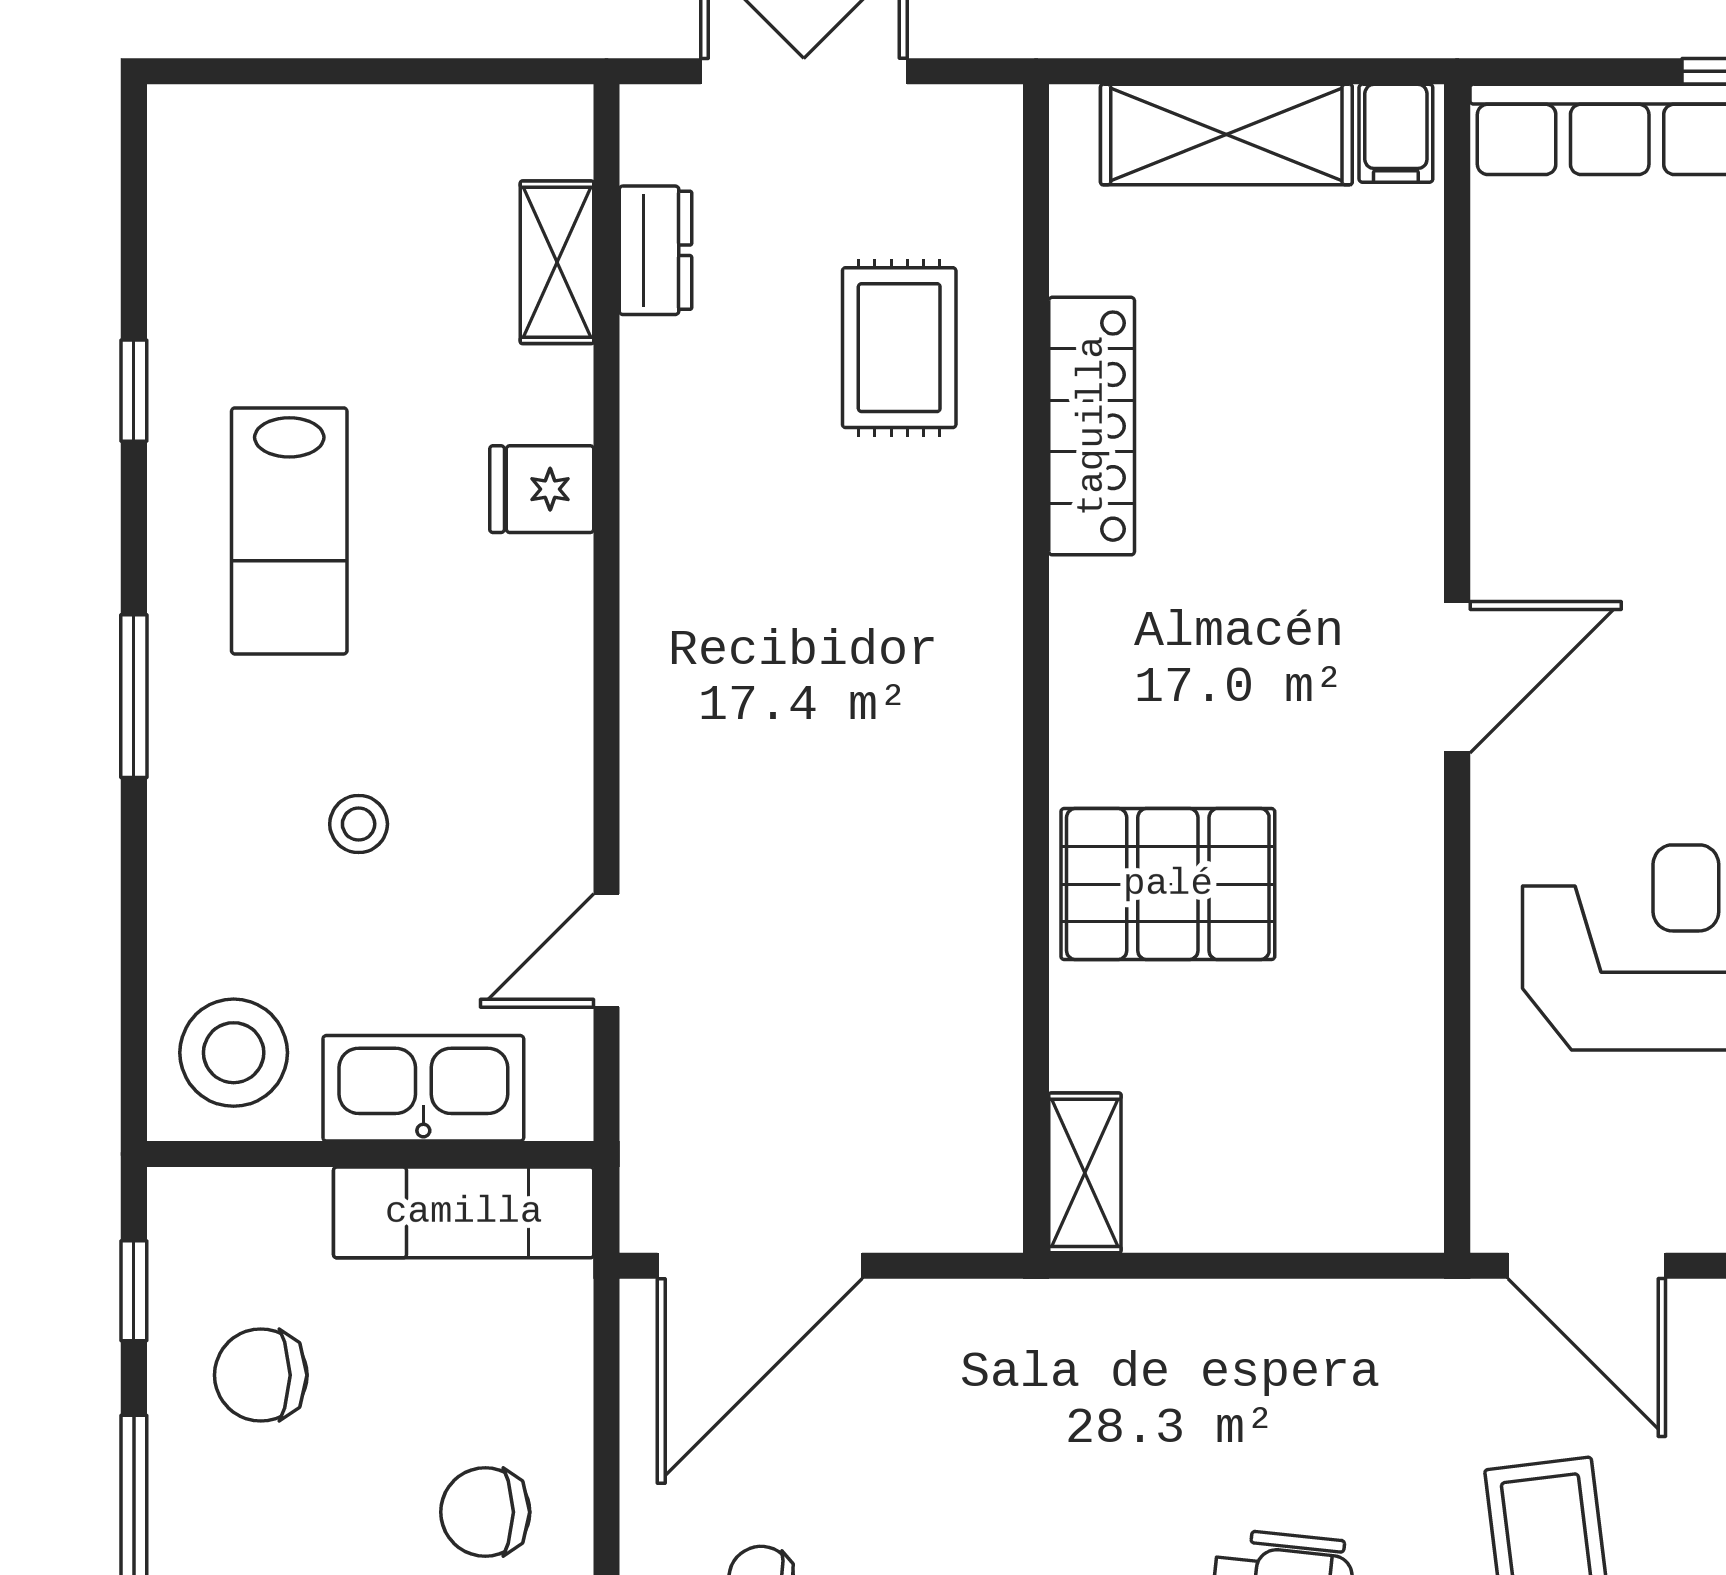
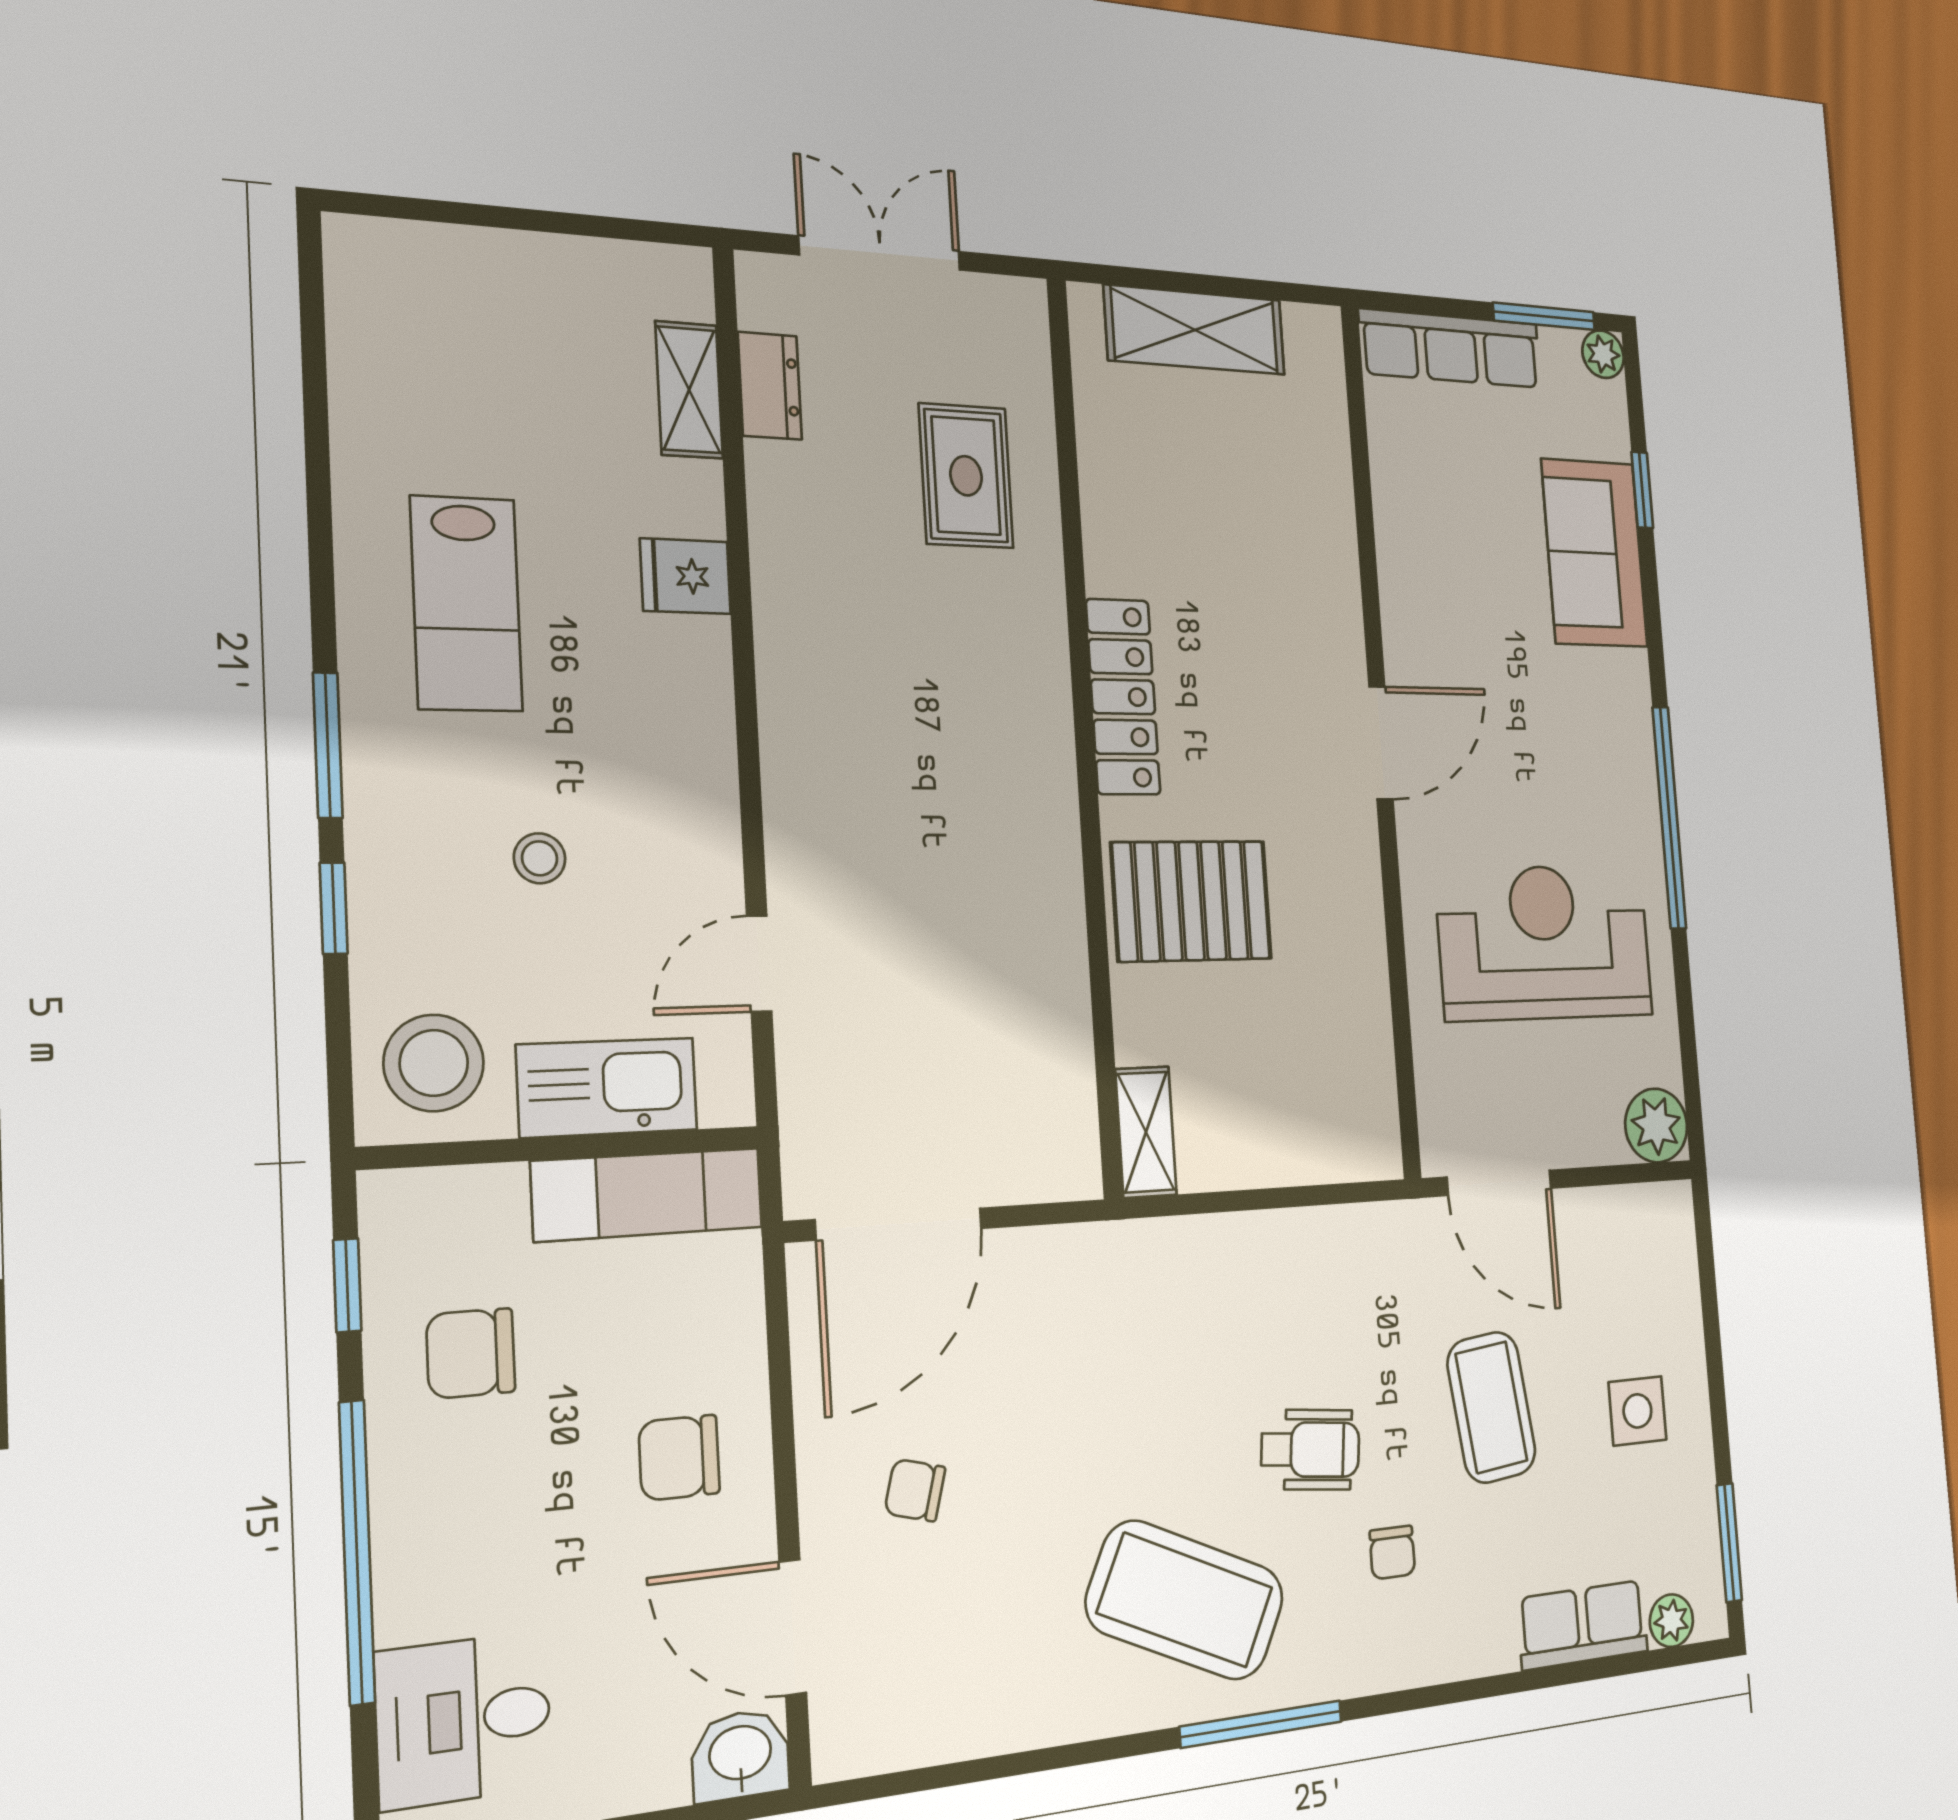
filing cabinet: (1396, 133) -> (1311, 339), removed
window: (134, 391) -> (334, 908), moved
locker: (1092, 426) -> (1123, 697), moved

